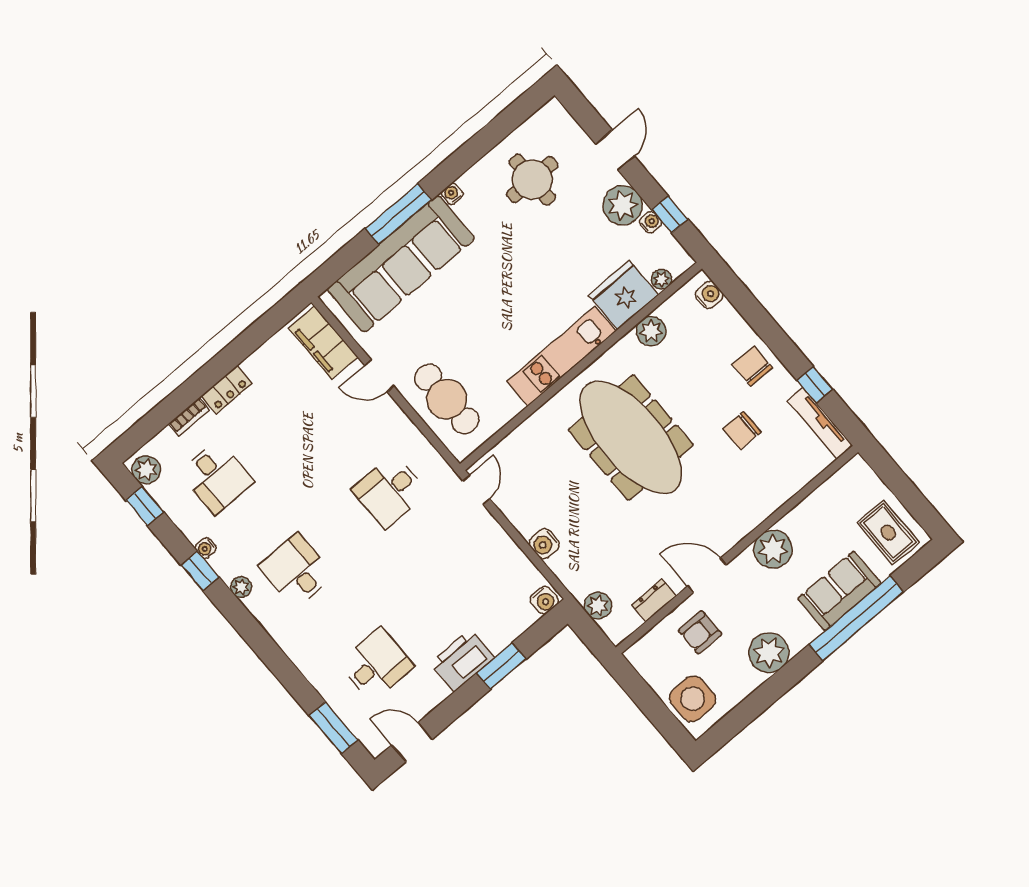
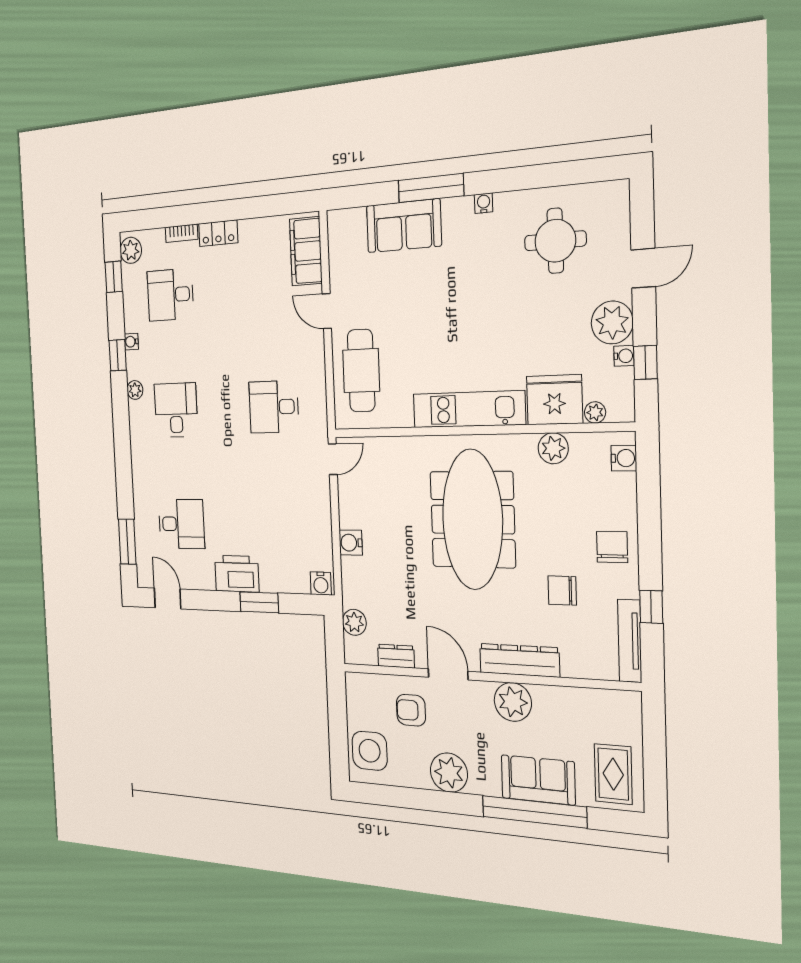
sofa: (401, 264) -> (404, 226), width x0.54, depth x0.79
desk: (216, 477) -> (170, 295), turned 90
dresser: (752, 512) -> (519, 660), added

